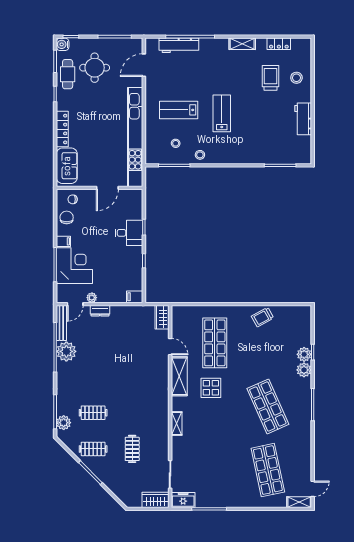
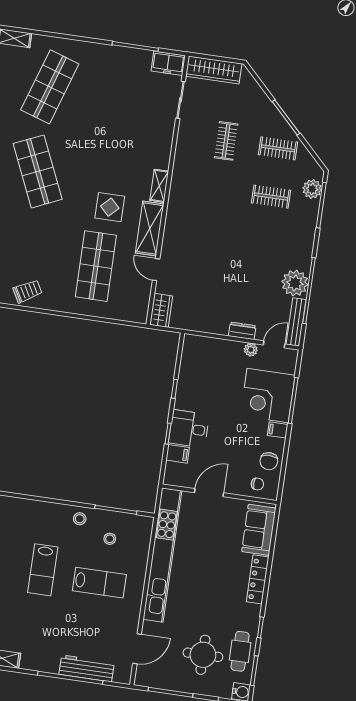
filing cabinet: (135, 297) -> (178, 454), moved
shelving: (177, 424) -> (159, 186), moved
shop shelf: (268, 470) -> (50, 87), turned 30
wardrobe: (156, 500) -> (214, 70), width x1.50

